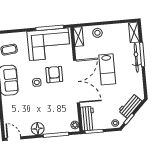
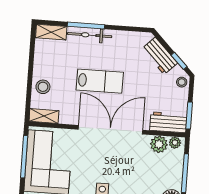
armchair: (54, 75) -> (95, 161), removed
plant: (72, 115) -> (159, 144), added

